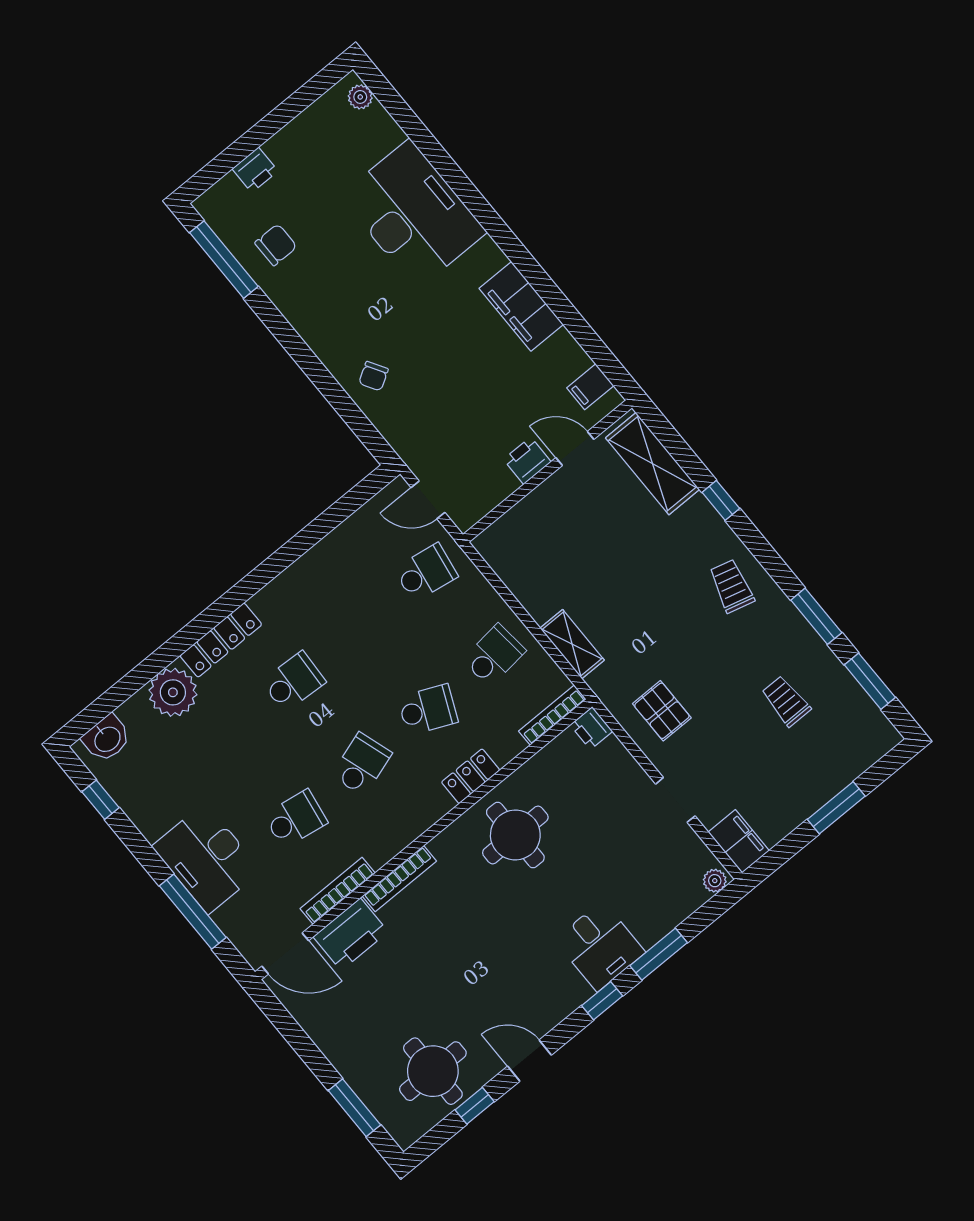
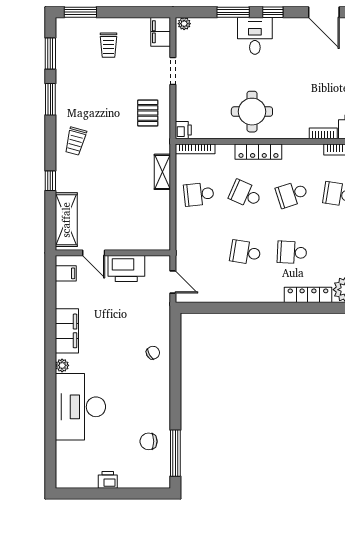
plant: (360, 97) -> (62, 365), moved
printer: (255, 170) -> (108, 480), moved
printer: (527, 461) -> (126, 269), width x1.87, depth x1.48
school desk: (426, 573) -> (245, 252), moved
trolley: (786, 701) -> (108, 45), moved
locker: (471, 776) -> (258, 152), width x1.53
window: (836, 808) -> (80, 12), moved
bookcase: (399, 879) -> (323, 133), width x0.64
door: (530, 1061) -> (324, 12), width x1.38

